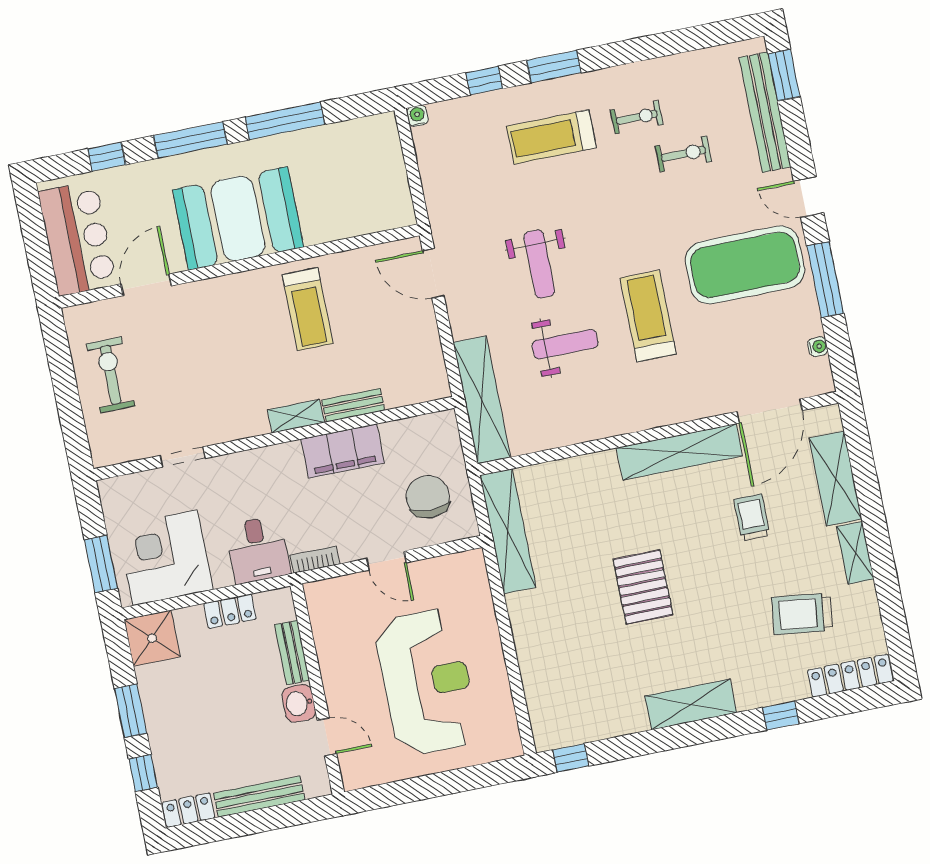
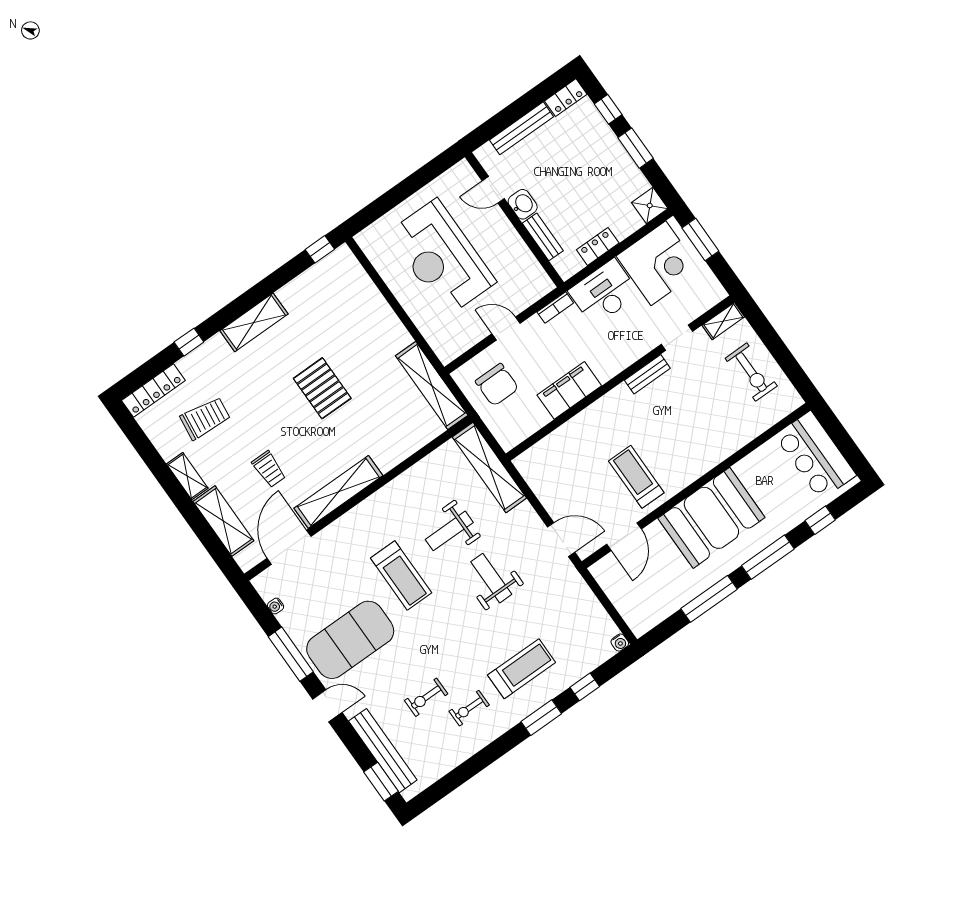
door: (146, 285) -> (624, 537), moved
bench: (353, 405) -> (647, 374), moved
shelving: (296, 416) -> (723, 321), moved
desk: (258, 550) -> (604, 292), width x1.37
shower: (152, 638) -> (650, 205), width x0.73, depth x0.73

